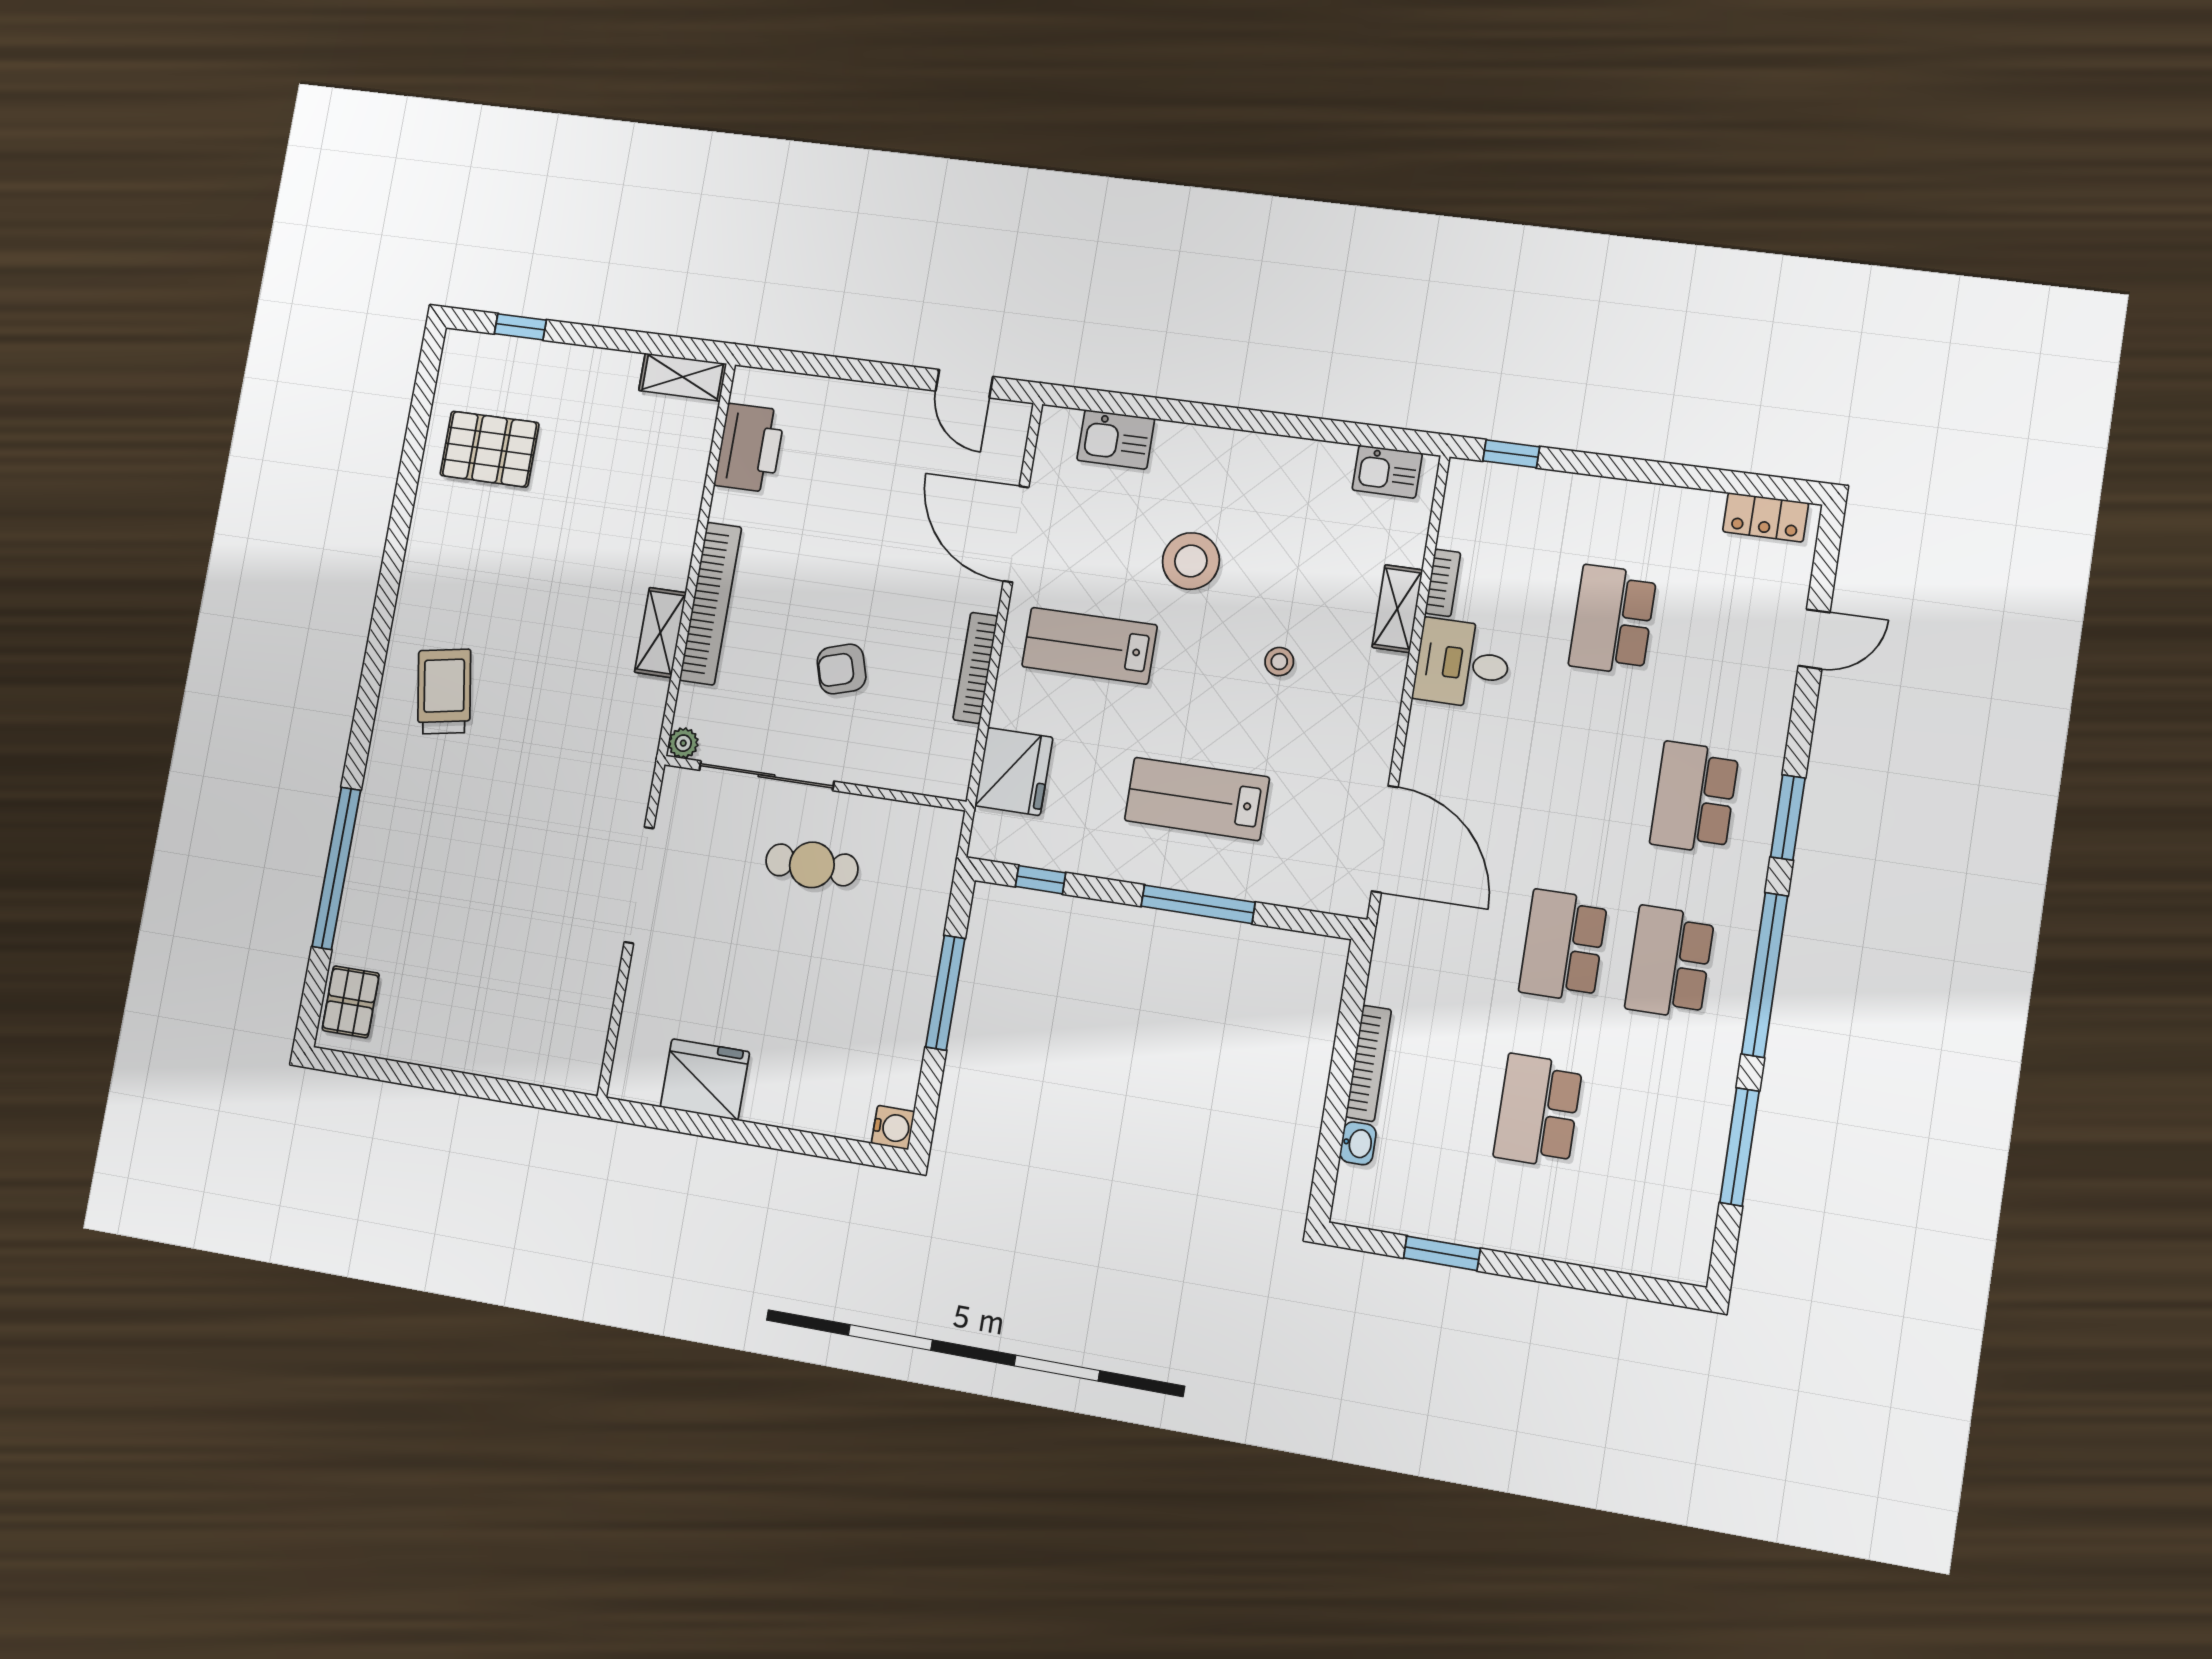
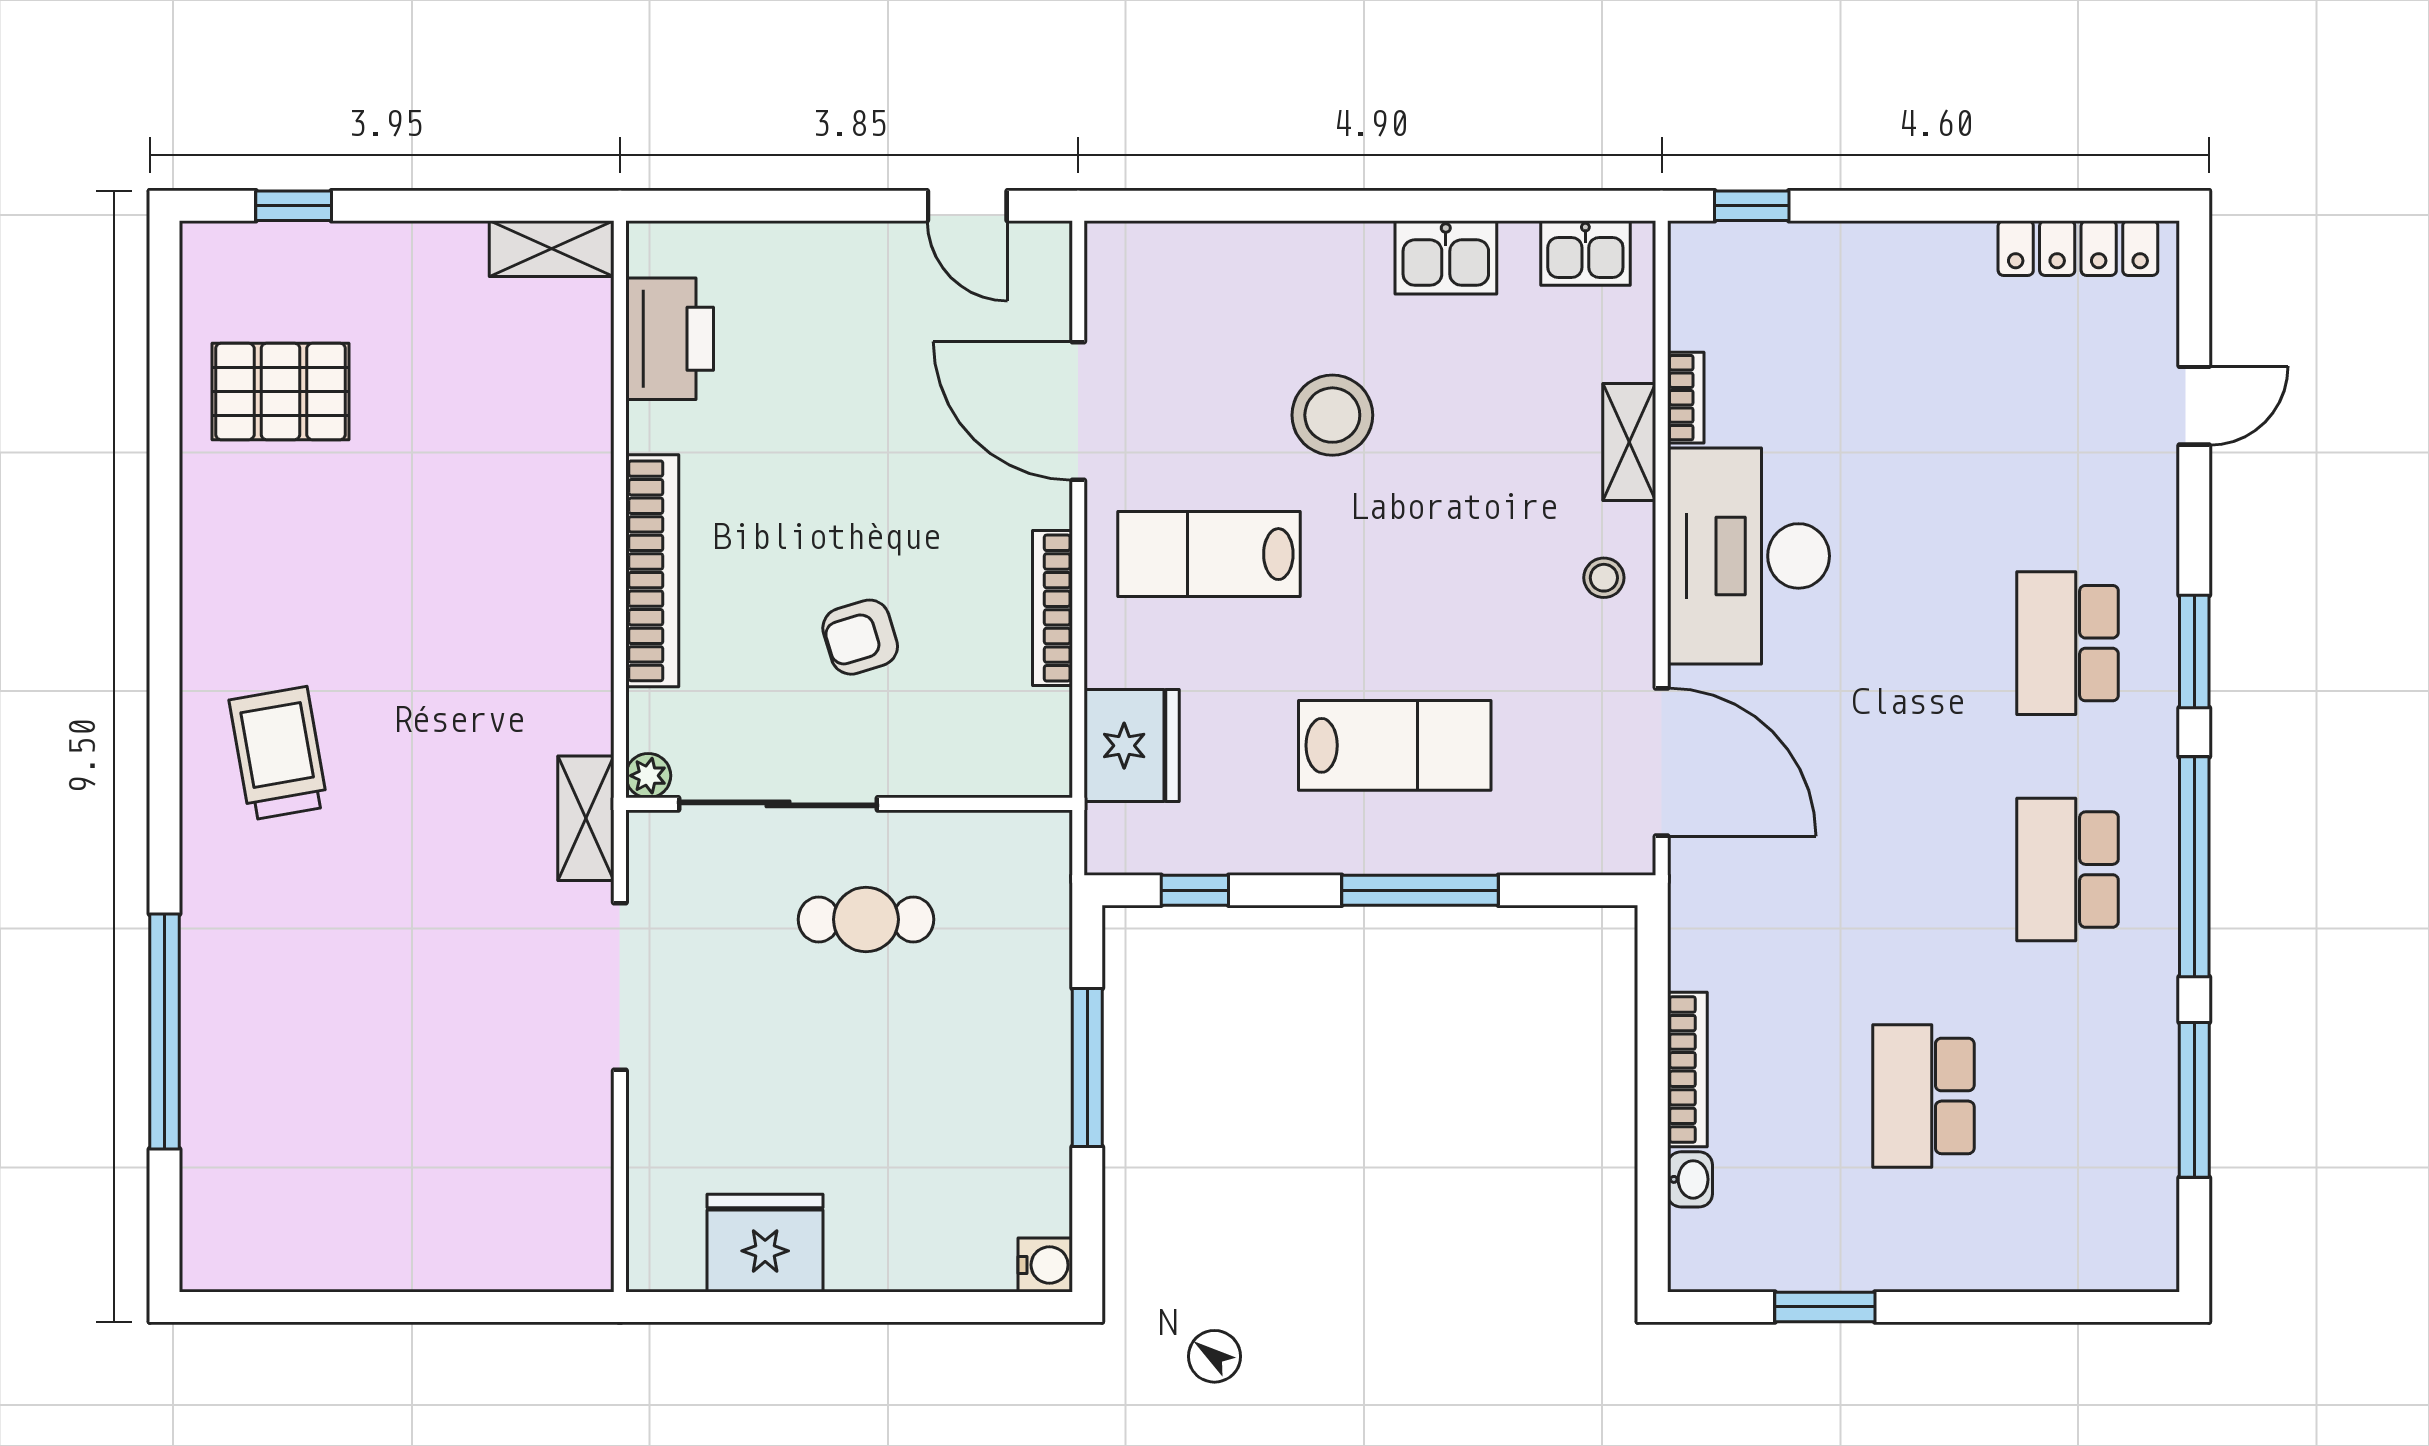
kitchen sink: (1116, 439) -> (1446, 257), moved
locker: (1766, 517) -> (2078, 248), width x1.53
school desk: (1613, 620) -> (1923, 417), removed
shelving: (660, 632) -> (586, 818), moved
stool: (1279, 662) -> (1604, 578), moved
desk: (1462, 664) -> (1748, 556), width x1.87, depth x1.30
lab bench: (1197, 799) -> (1395, 745), turned 180
school desk: (1563, 946) -> (1923, 870), removed
pallet: (351, 1002) -> (223, 1219), removed

